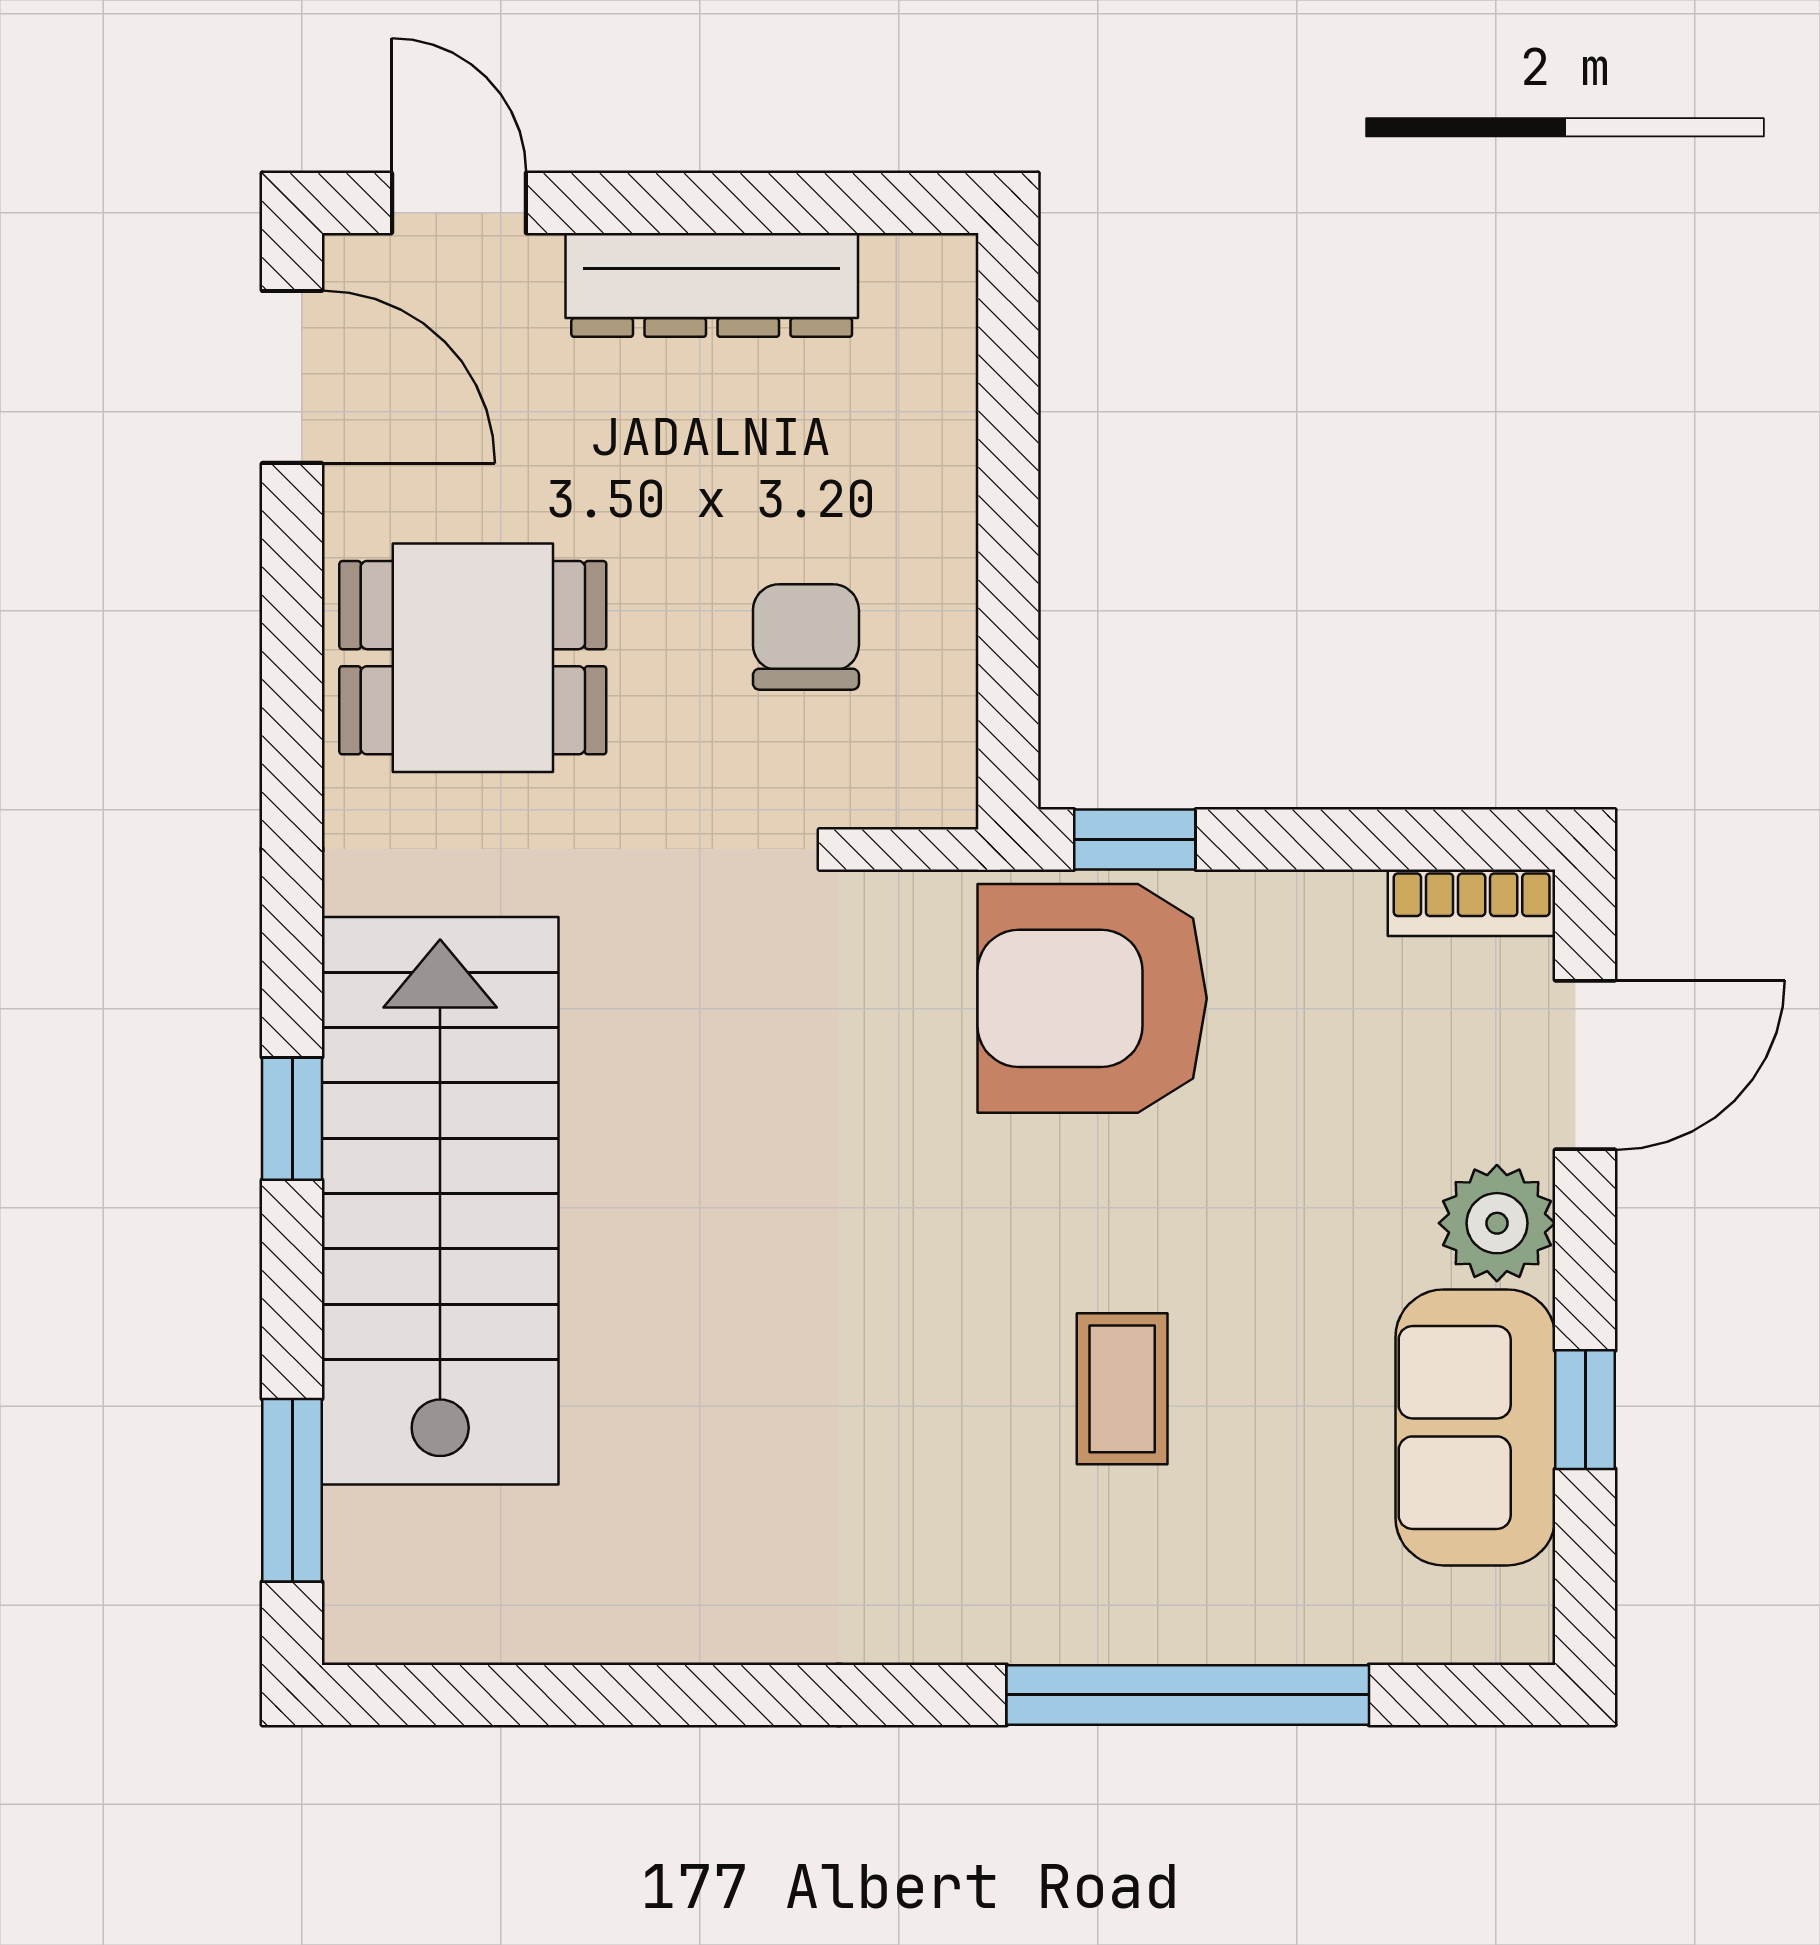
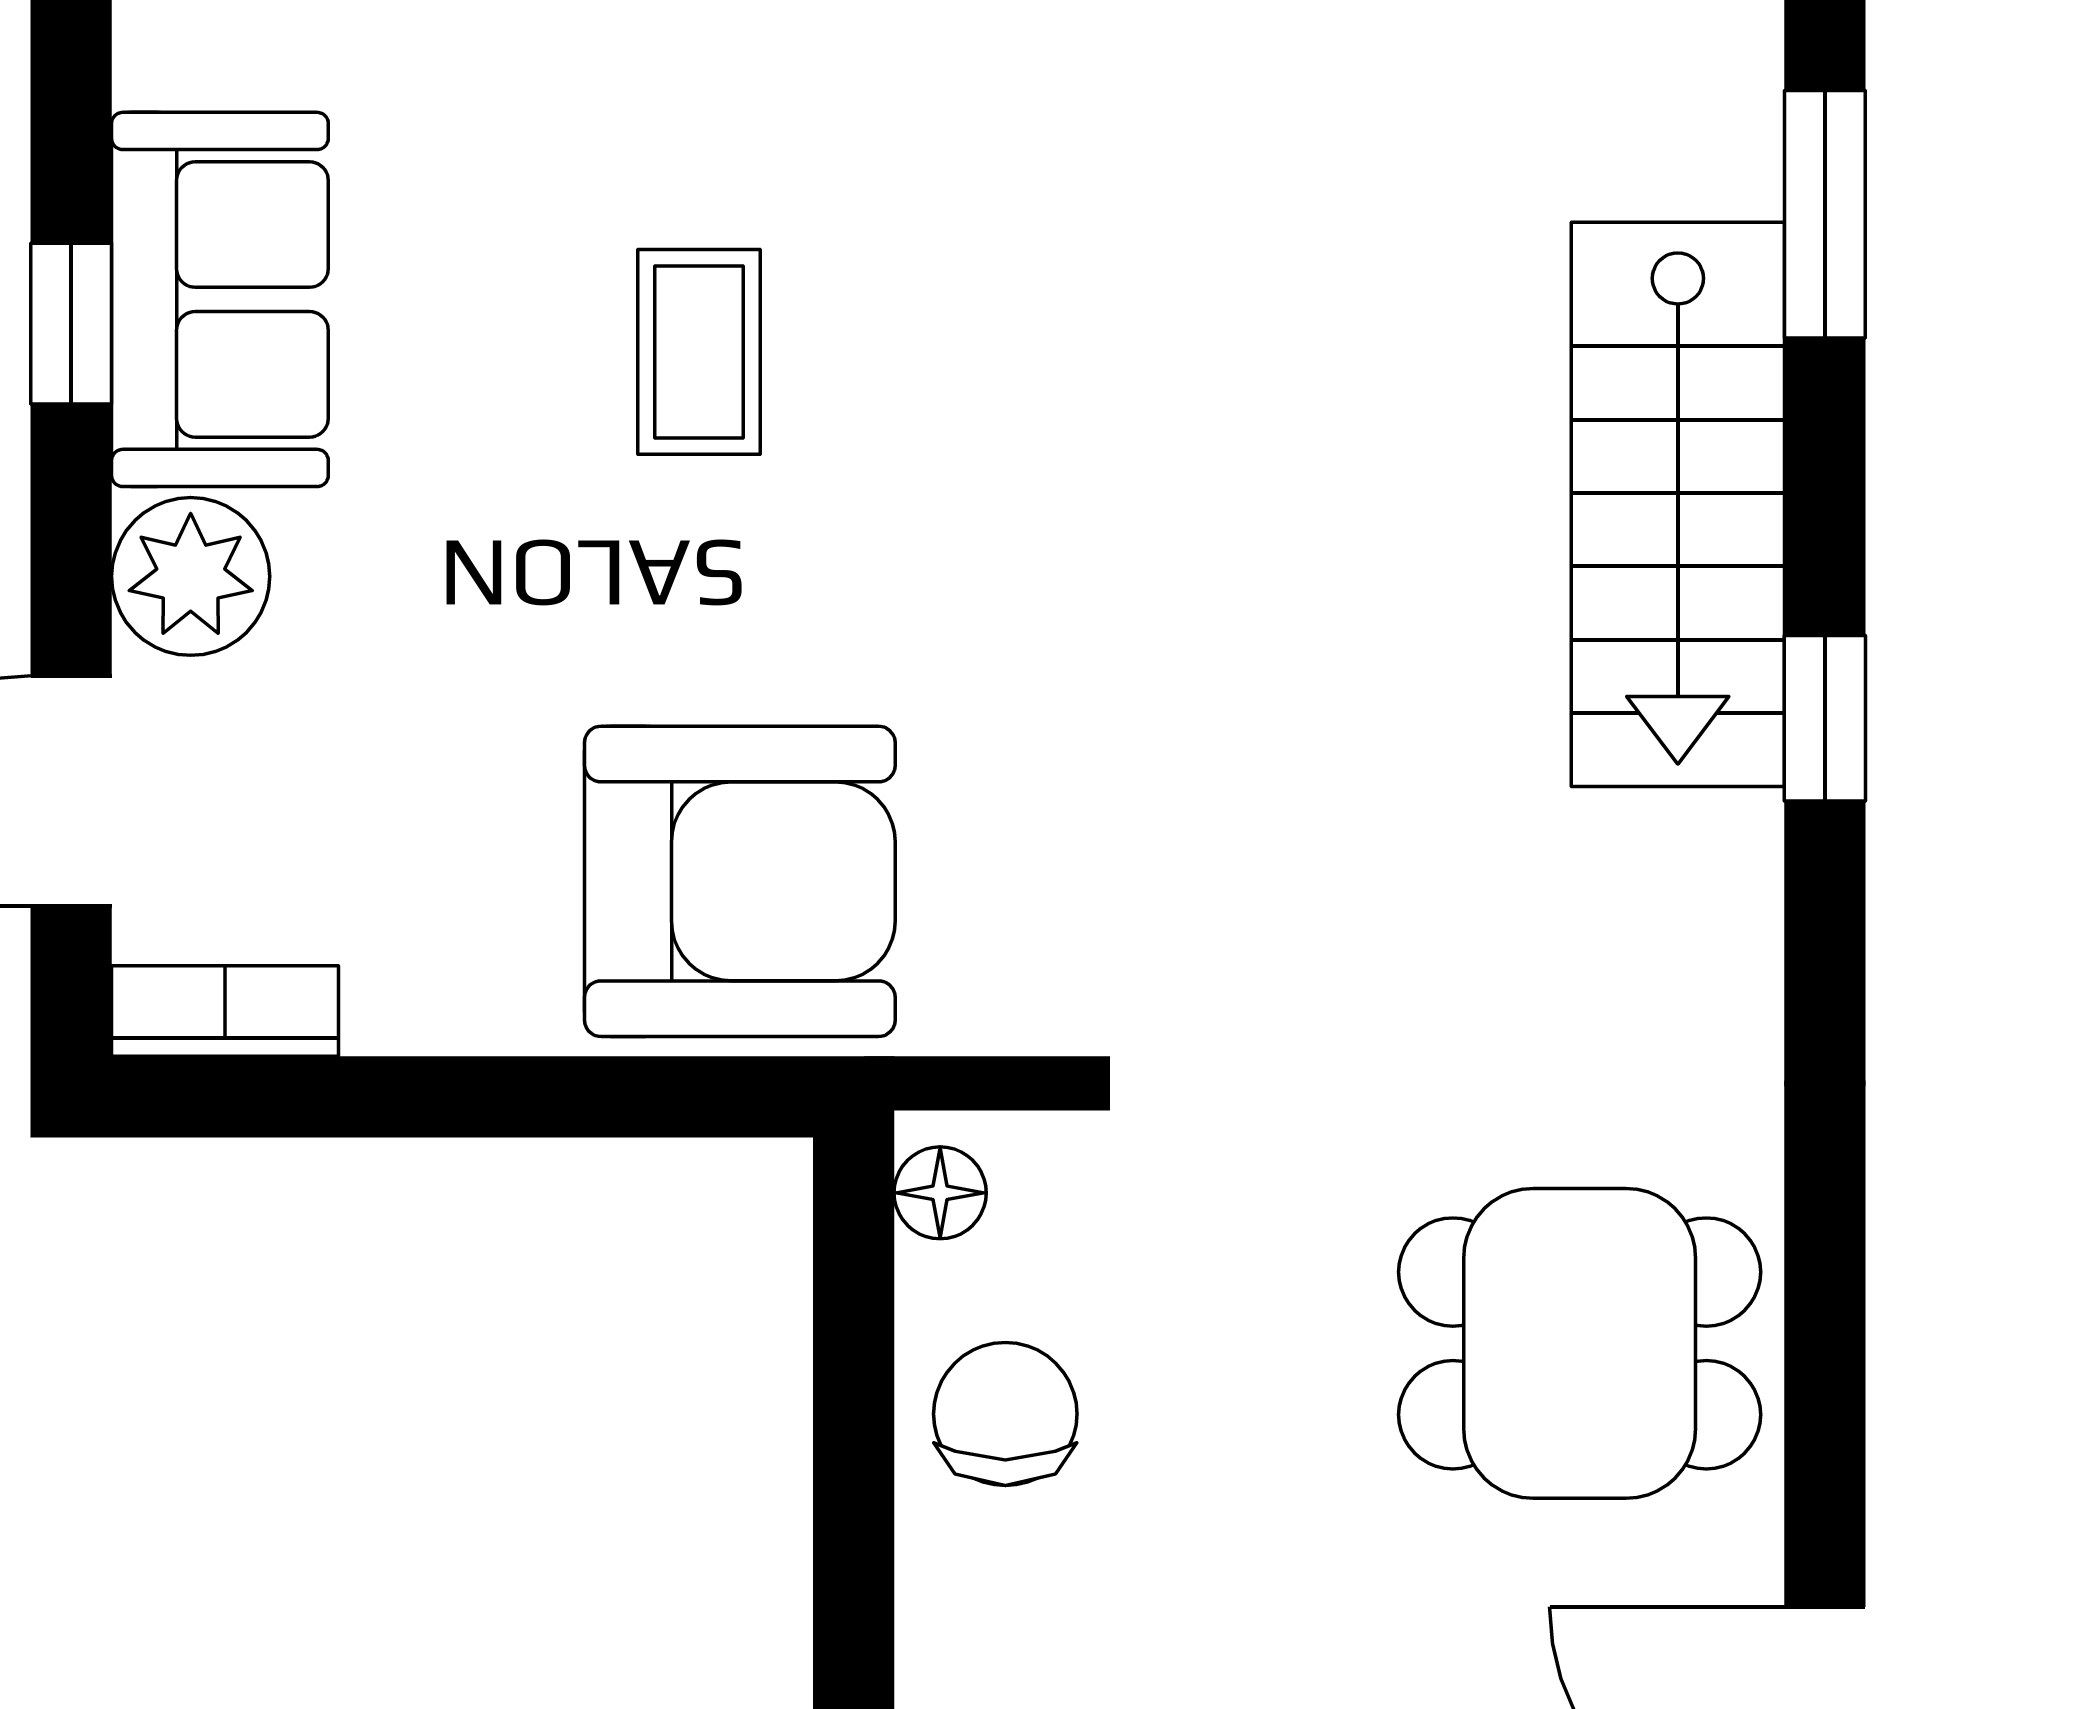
chair: (806, 637) -> (1005, 1414), moved, turned 180
floor lamp: (944, 769) -> (940, 1193), added
window: (1135, 840) -> (682, 1097), removed
stairs: (440, 1201) -> (1678, 504), width x0.73, depth x0.66

